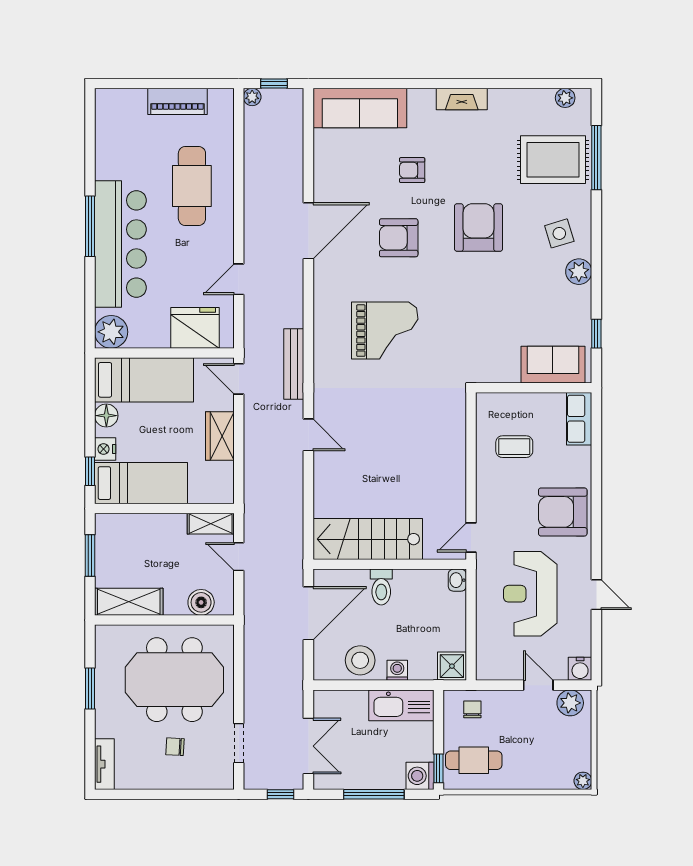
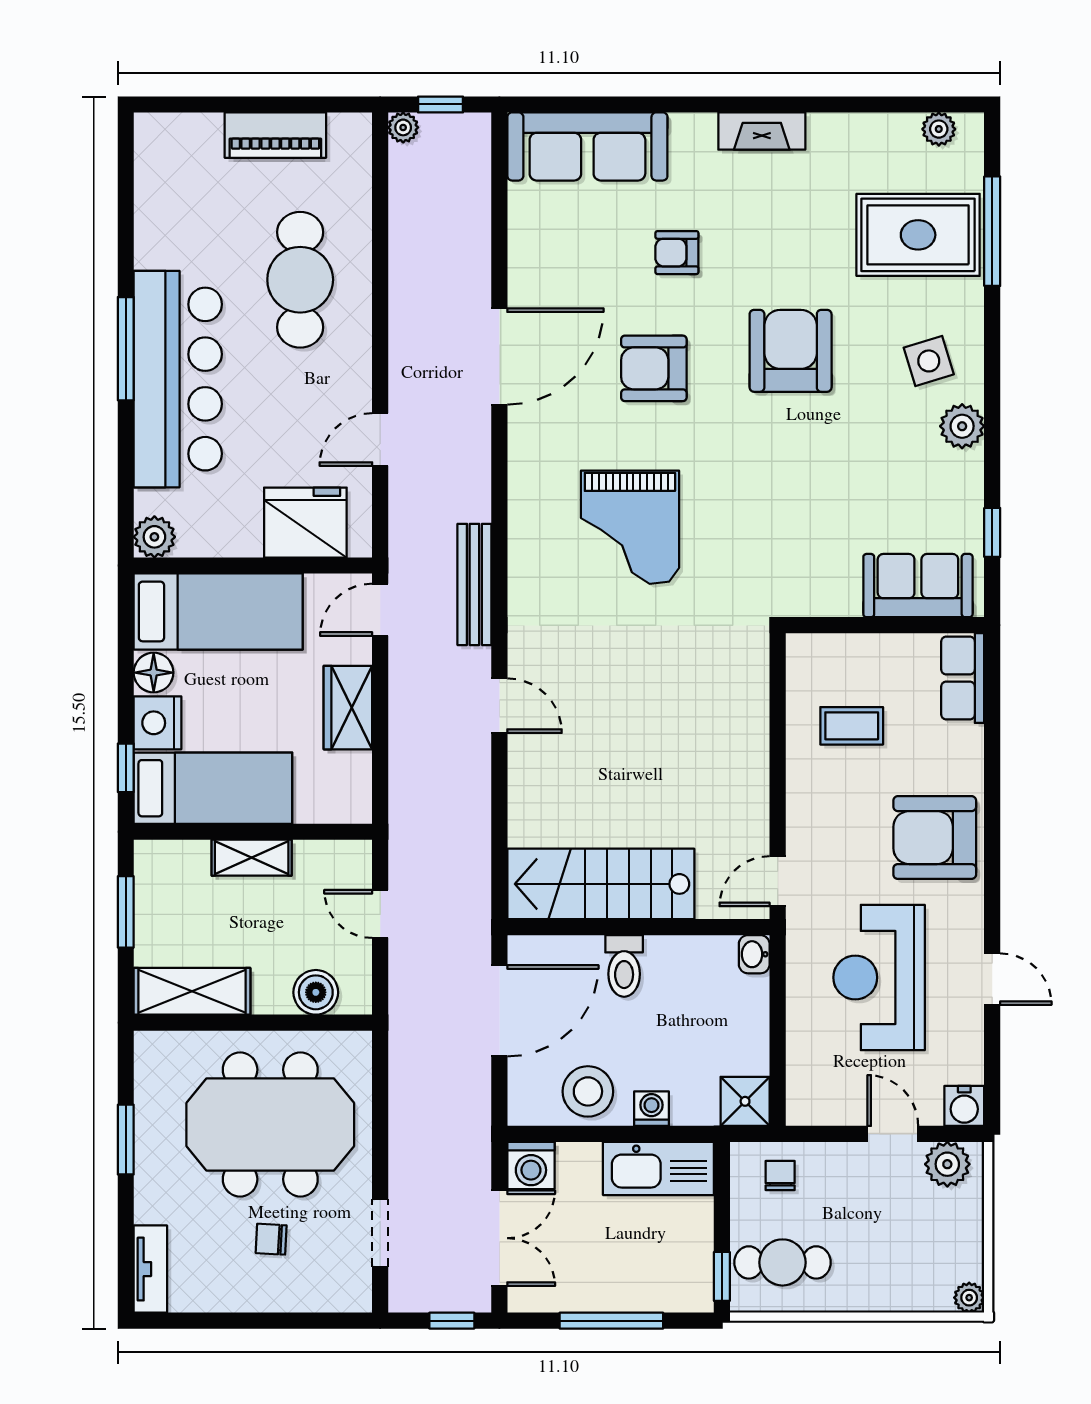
grand piano: (385, 331) -> (630, 527), turned 90
plant: (111, 332) -> (154, 537), width x0.73, depth x0.73
door: (239, 379) -> (380, 610), hinge flipped
nightstand: (105, 449) -> (158, 723), width x1.36, depth x1.33
shelving: (211, 524) -> (252, 858), moved
washing machine: (420, 776) -> (531, 1165), moved, turned -90

